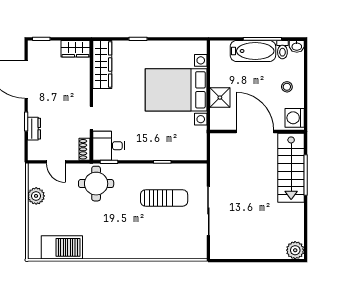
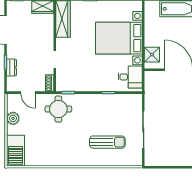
shower: (220, 98) -> (152, 55), moved
desk: (109, 146) -> (130, 77), moved, turned 180
sun lounger: (164, 198) -> (107, 142), moved
barbecue: (62, 247) -> (16, 151), moved, turned 90

